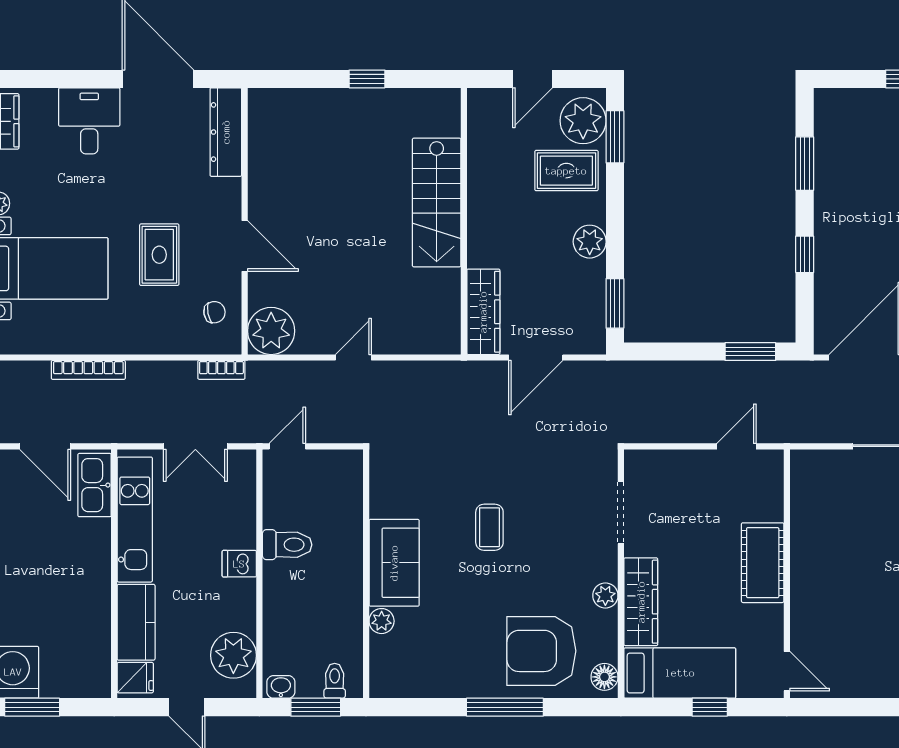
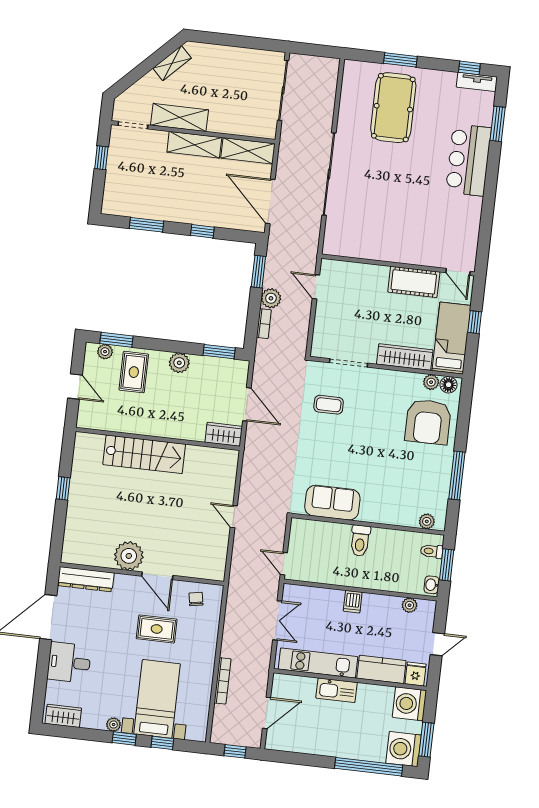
plant: (583, 121) -> (105, 352), width x0.53, depth x0.53
door: (245, 246) -> (157, 576), swing flipped
wardrobe: (483, 312) -> (224, 434), width x0.67
plant: (271, 331) -> (129, 556), moved
bookcase: (221, 370) -> (264, 324), moved
plant: (710, 376) -> (271, 298), added
kitchen sink: (95, 485) -> (337, 690), moved
coffee table: (489, 527) -> (329, 405), moved
toilet: (287, 545) -> (360, 541), moved, turned 180
sofa: (394, 563) -> (332, 503), moved
cot: (763, 563) -> (414, 282), moved
plant: (605, 595) -> (431, 382), moved
plant: (382, 621) -> (427, 521), moved
plant: (233, 655) -> (410, 605), width x0.53, depth x0.53
door: (787, 671) -> (458, 272), swing flipped
washing machine: (86, 673) -> (409, 704), added
window: (505, 707) -> (457, 476), moved

